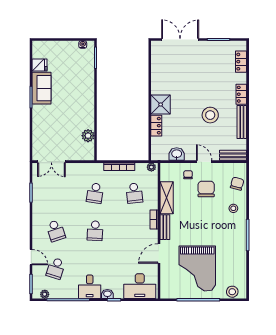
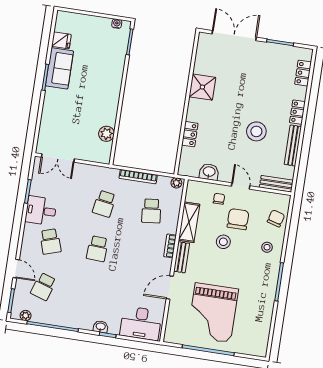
shower: (161, 104) -> (202, 87), moved
desk: (90, 287) -> (41, 211), moved, turned 90
stool: (232, 292) -> (223, 242), moved

